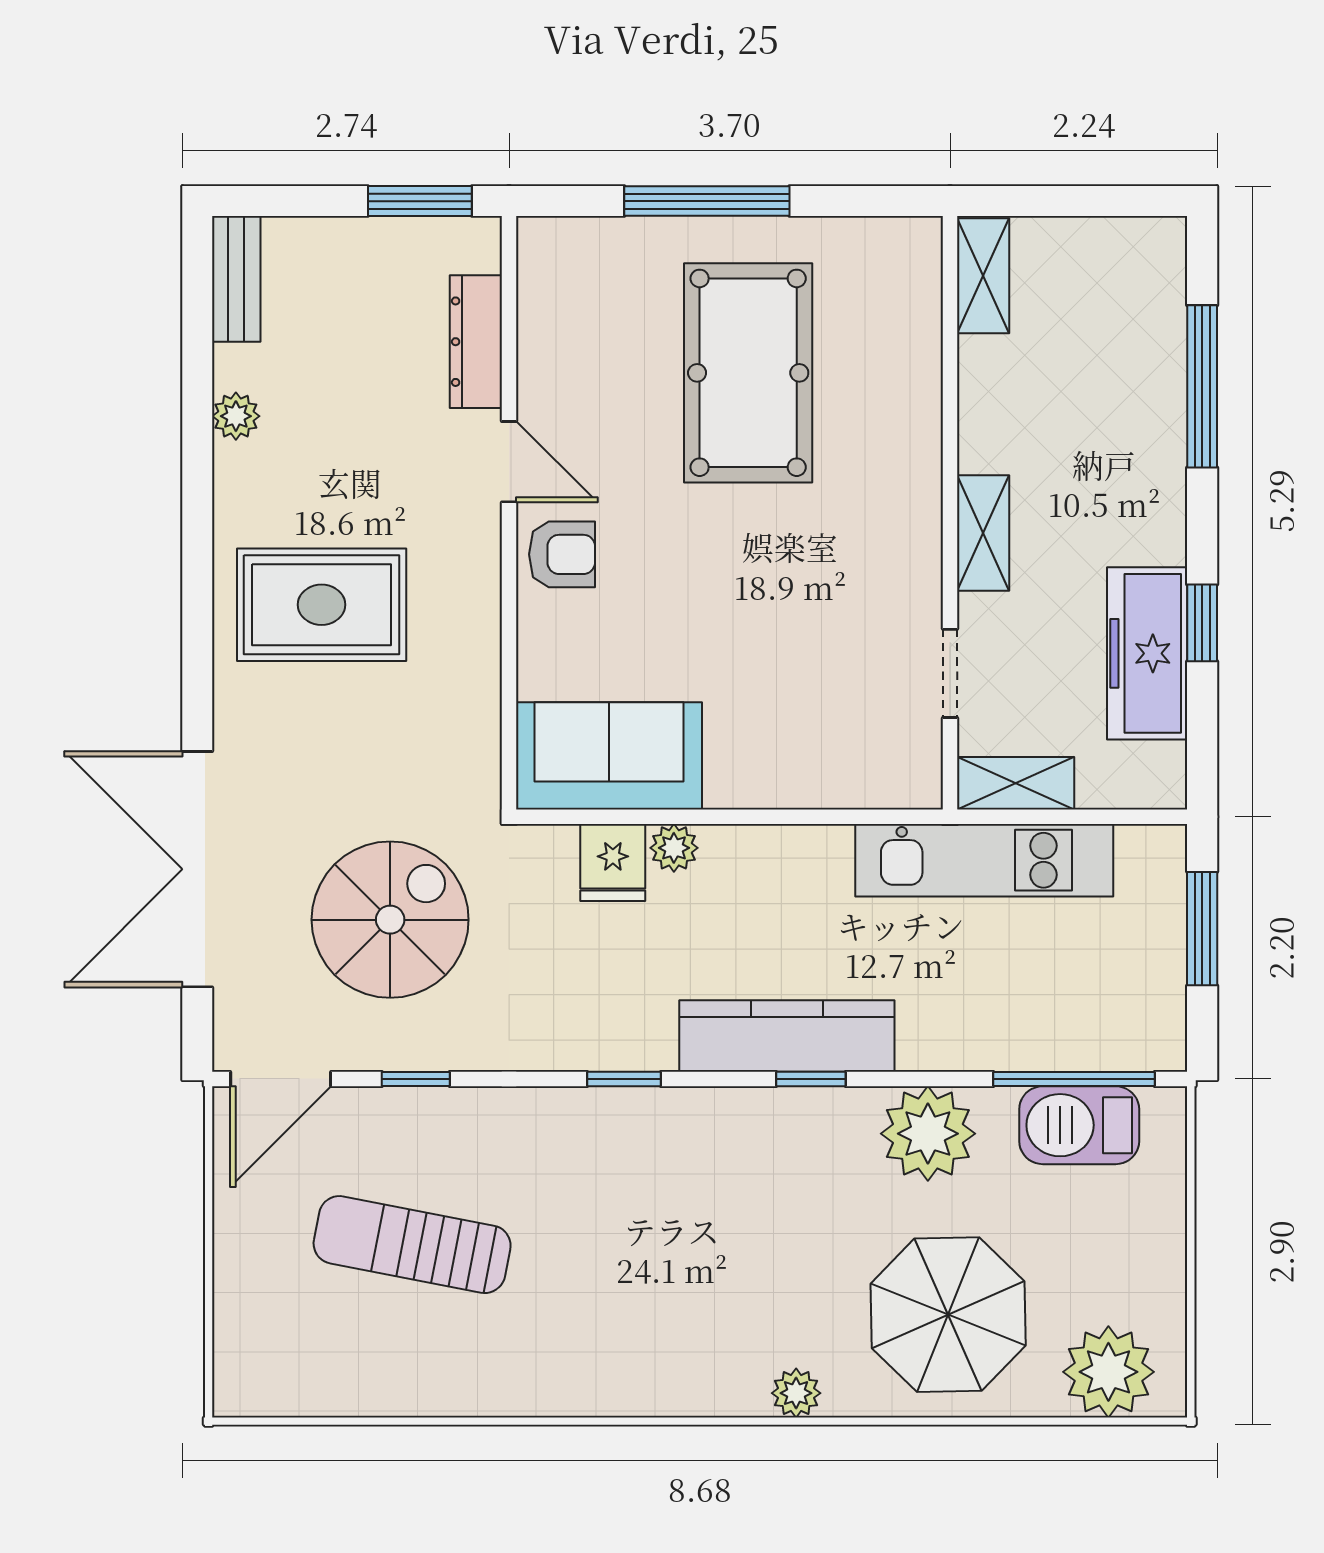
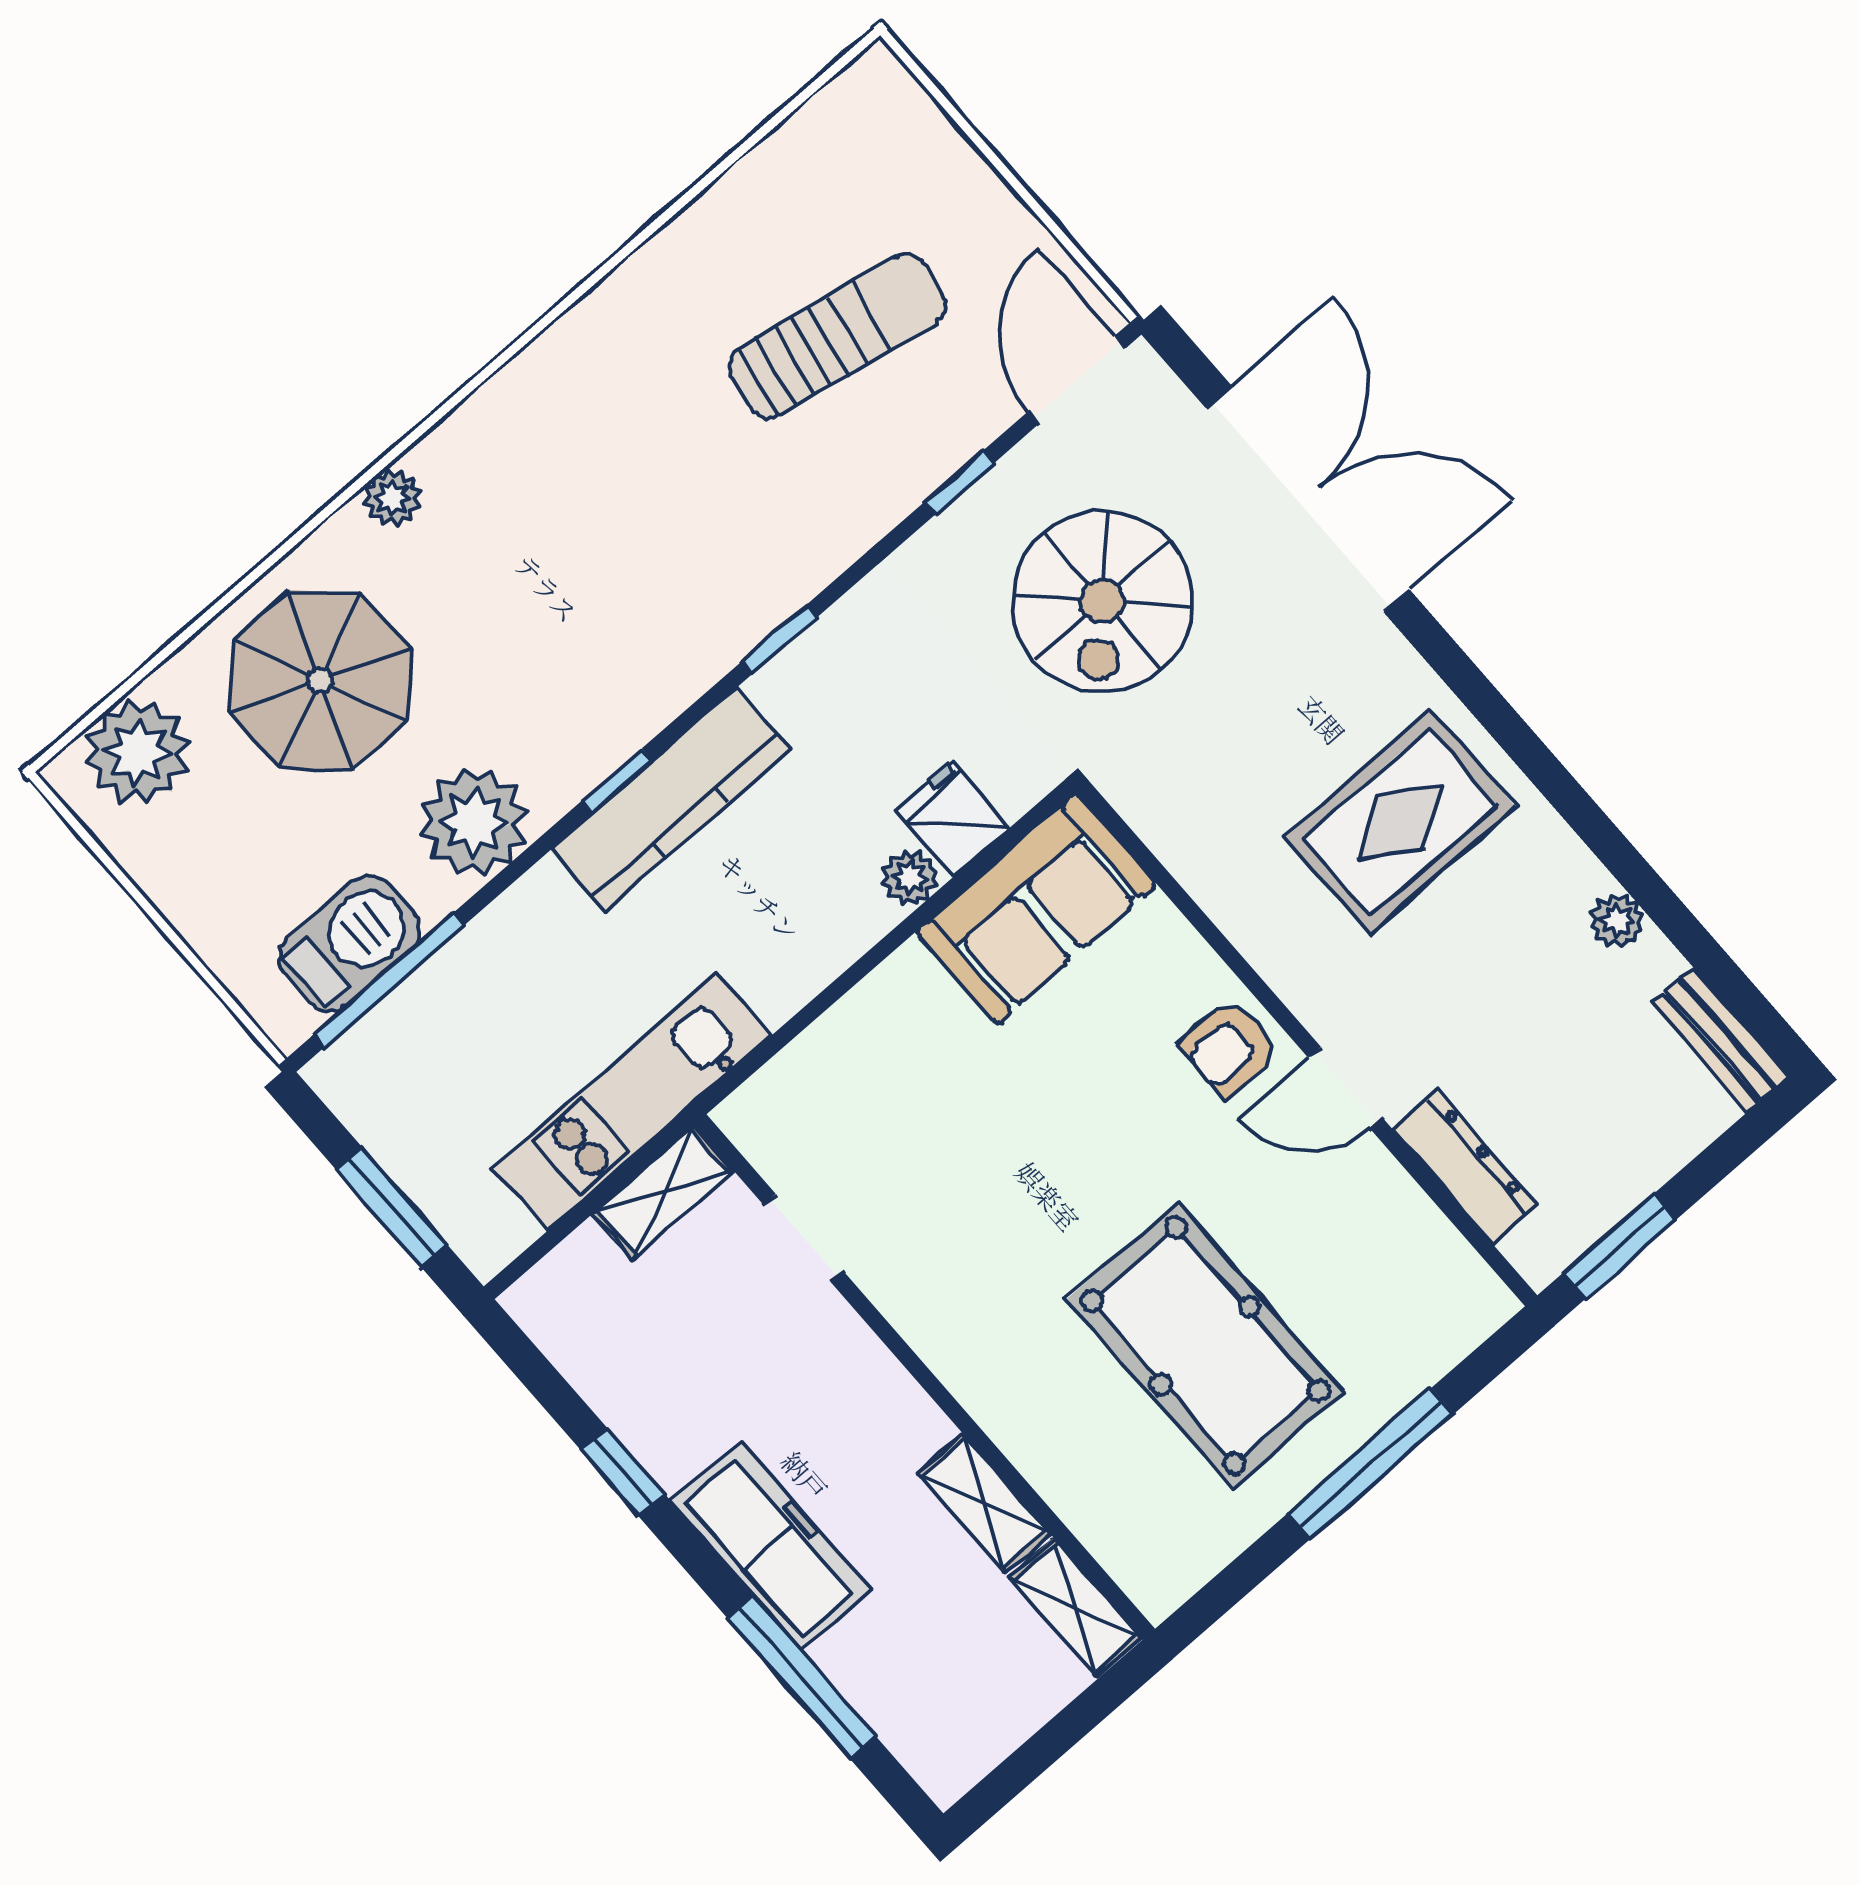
shelving: (983, 533) -> (984, 1503), moved
freezer: (1147, 653) -> (771, 1546), moved

